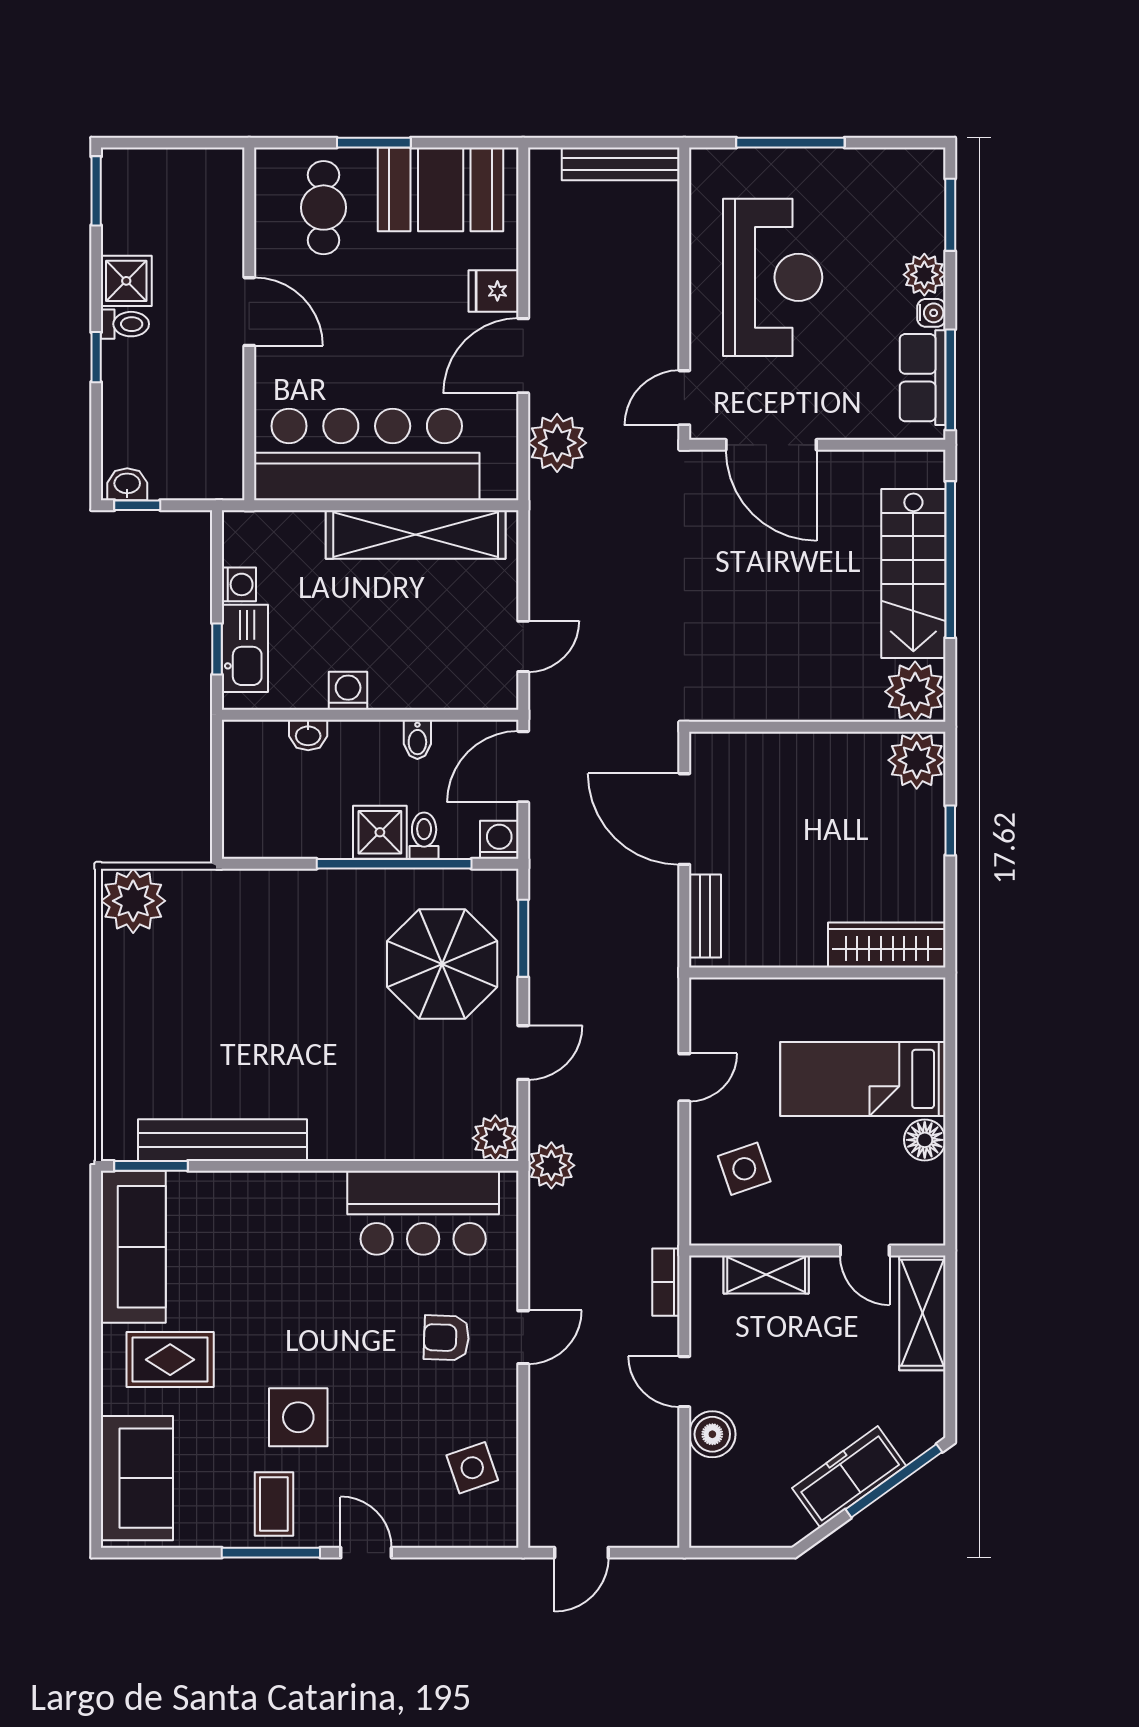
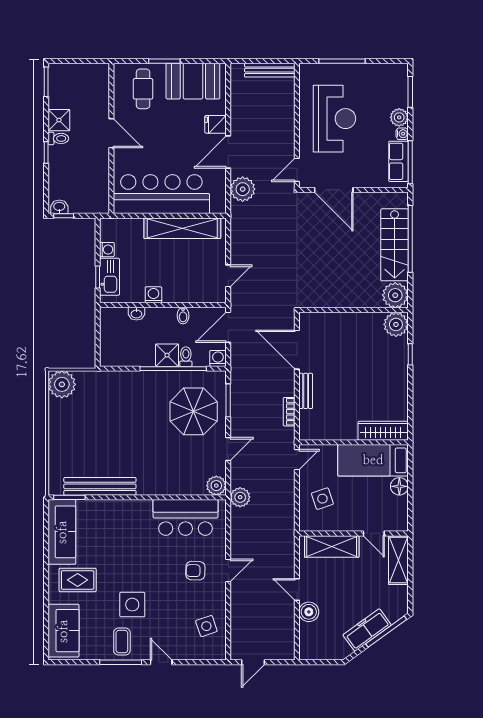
wardrobe: (887, 945) -> (383, 431), moved
wall: (817, 973) -> (354, 442), moved
shelving: (766, 1274) -> (332, 546), width x1.50, depth x1.33
bookcase: (666, 1282) -> (289, 412), moved

